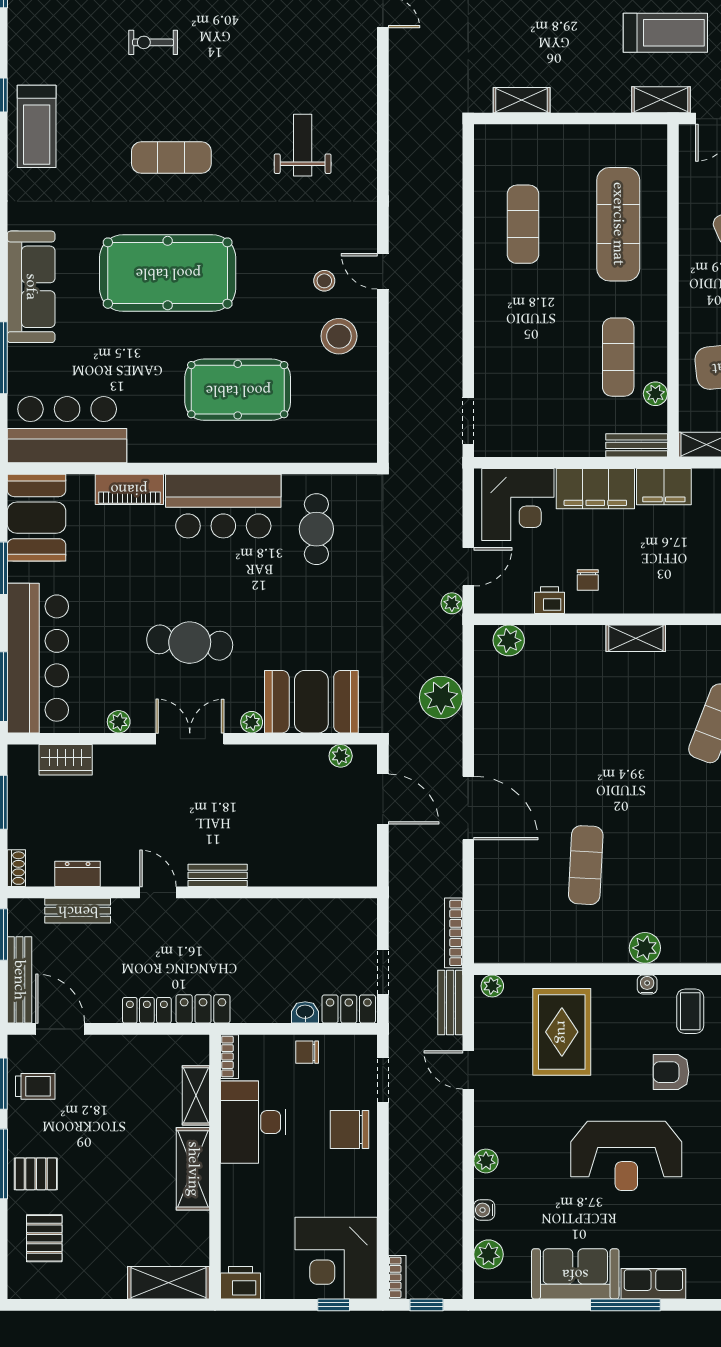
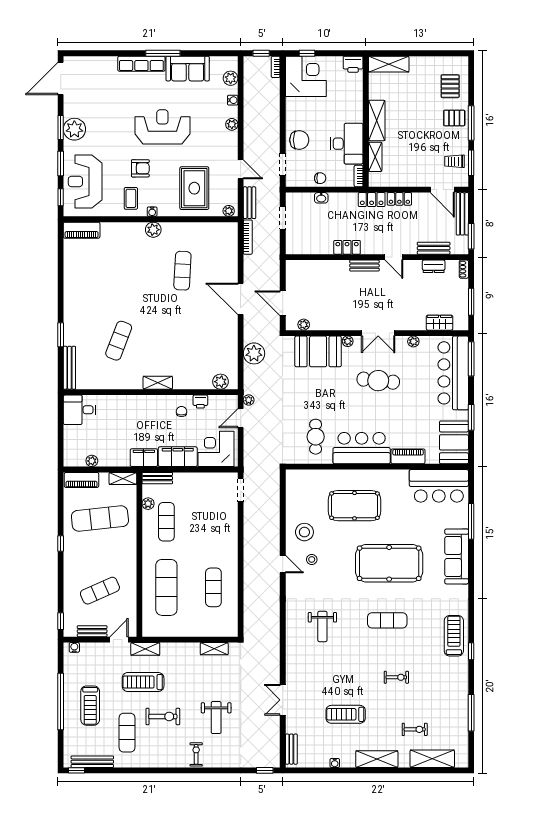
locker: (349, 1009) -> (347, 247), moved, turned 180
row of seats: (653, 1284) -> (141, 64), width x1.48

